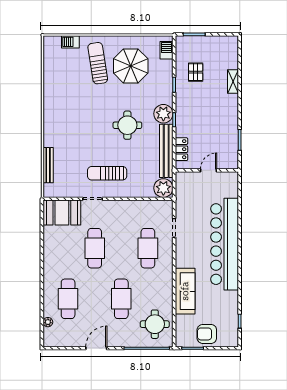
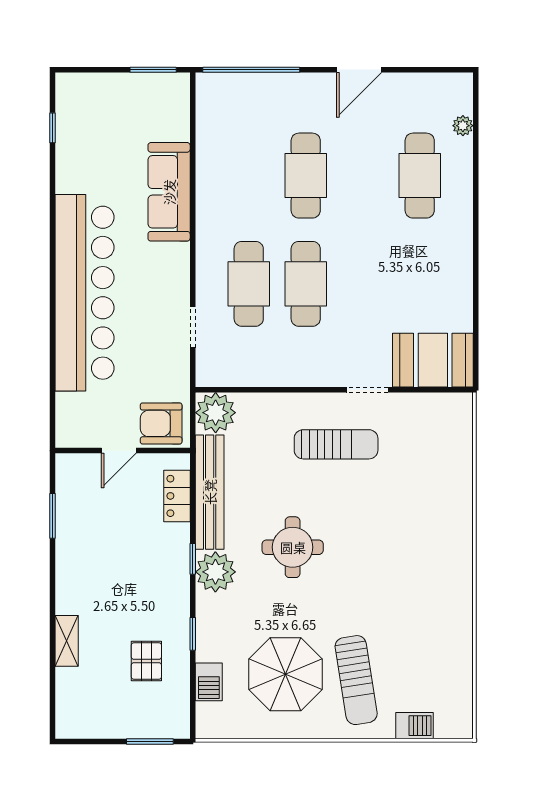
barbecue: (167, 50) -> (209, 682), moved
bench: (48, 165) -> (462, 462), removed
cafe table: (95, 248) -> (306, 284), moved
round table: (155, 324) -> (234, 121), removed
armchair: (207, 334) -> (161, 423), moved, turned 180

